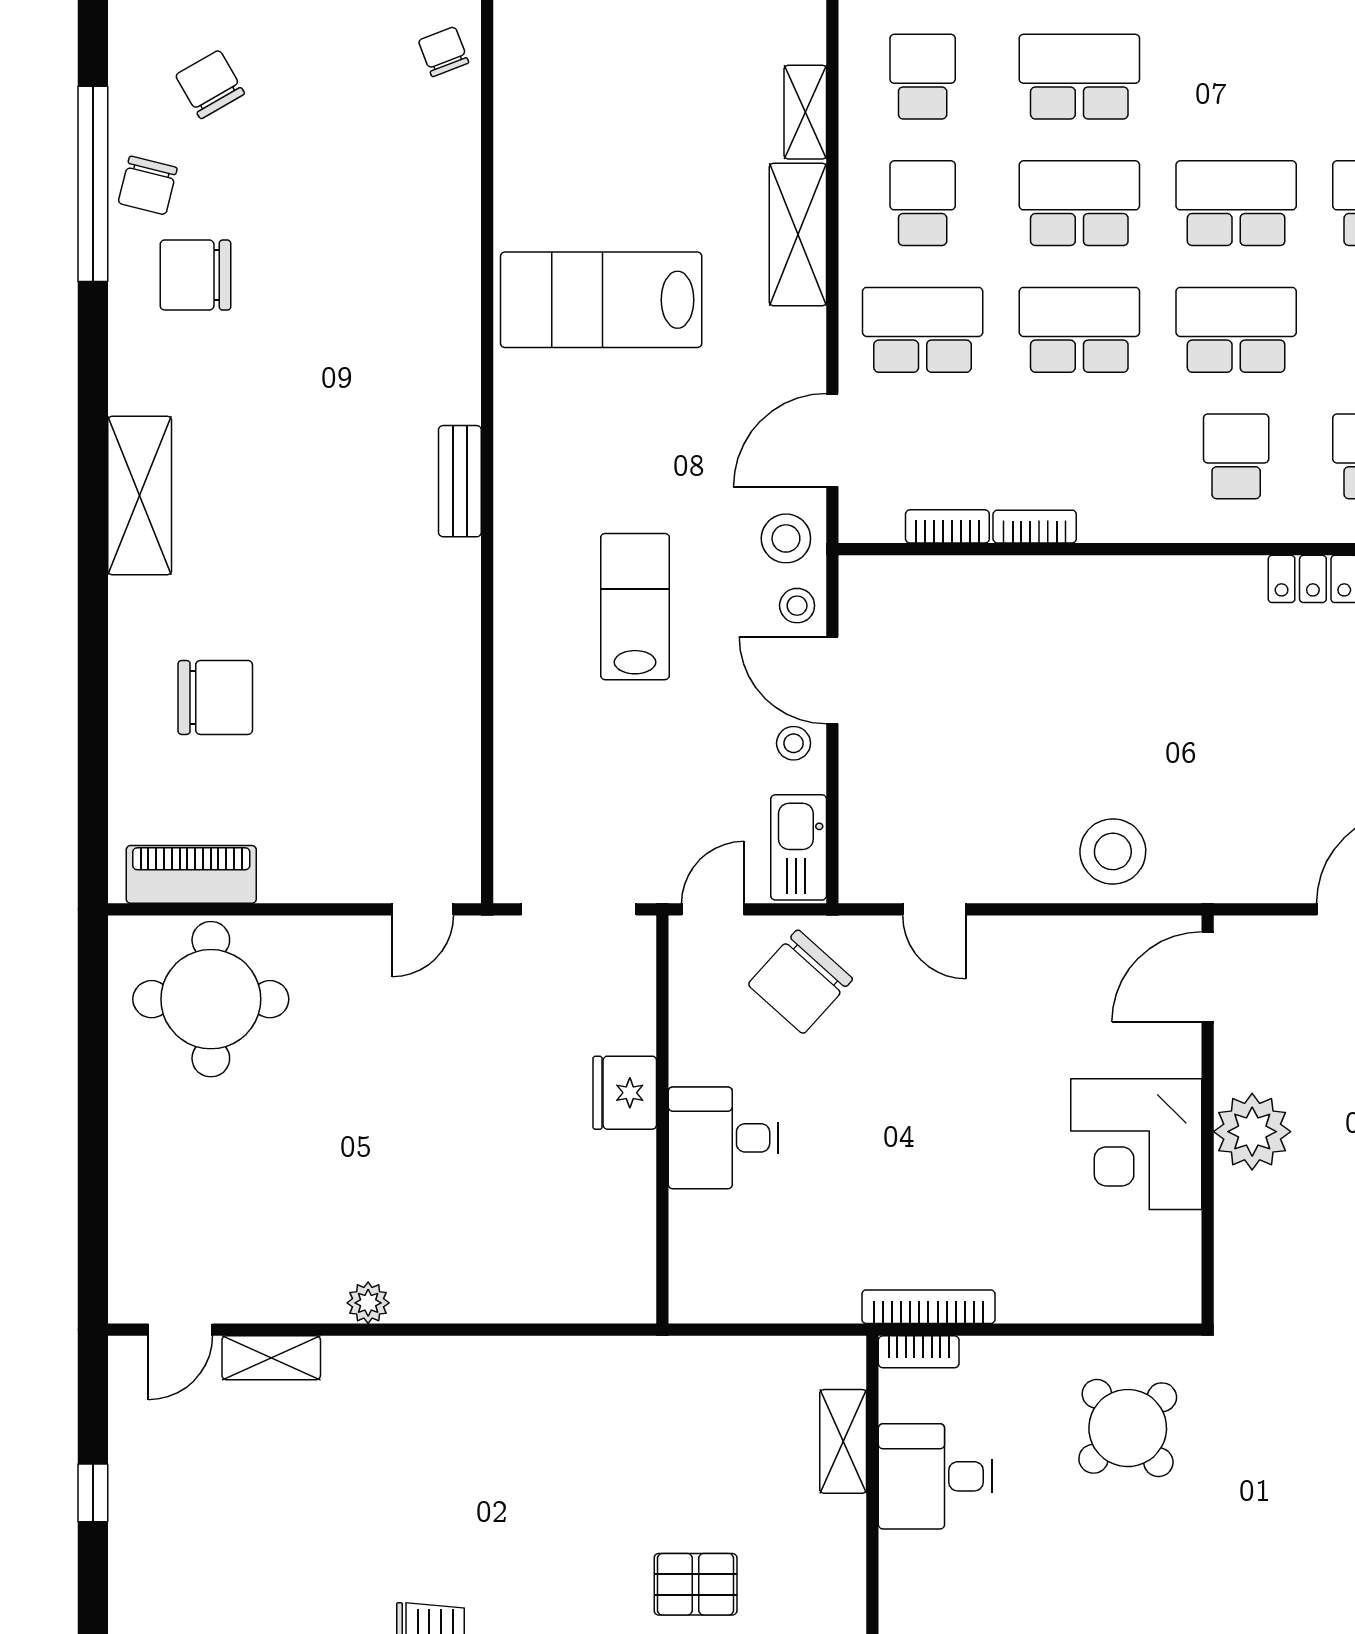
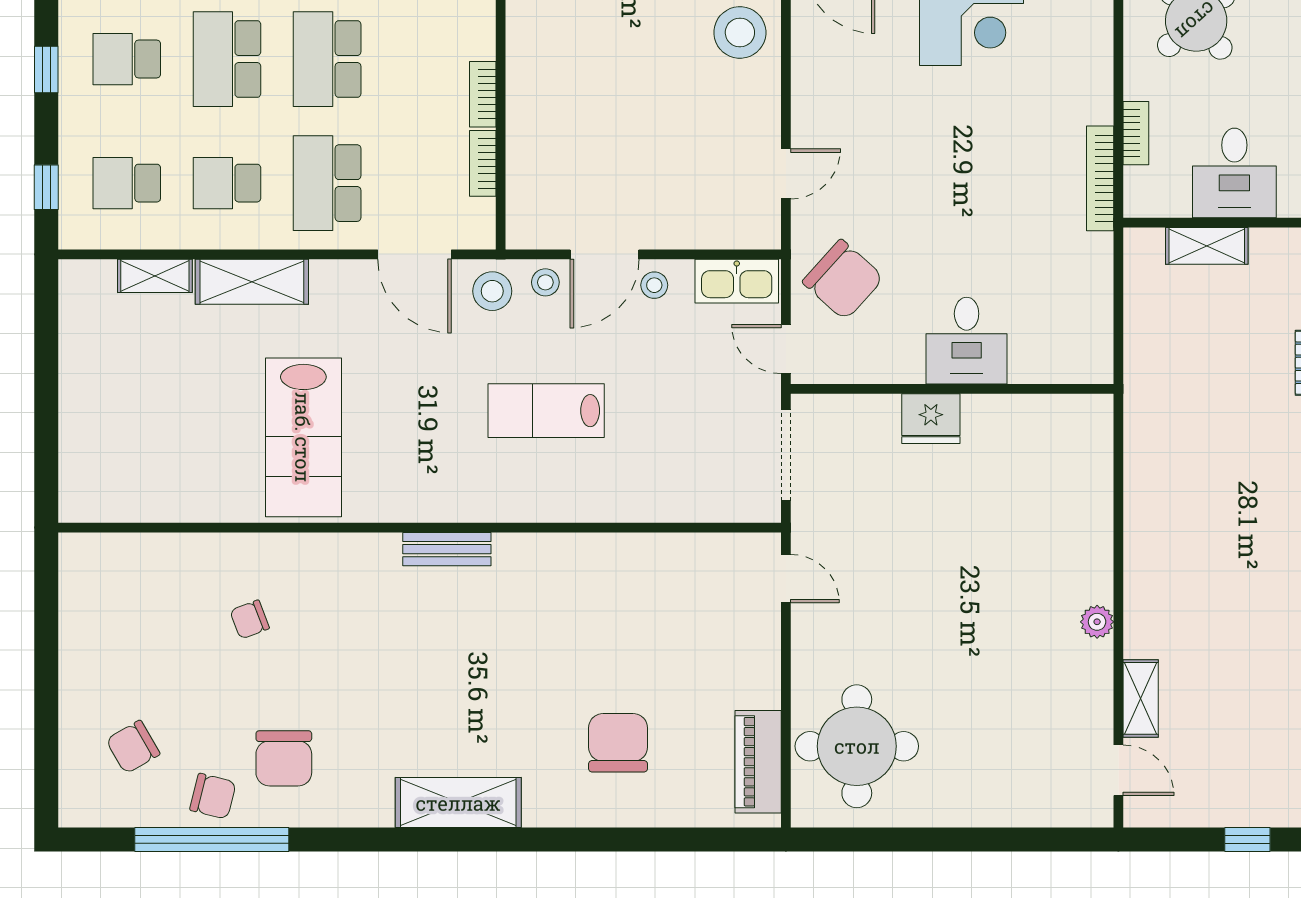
chair: (443, 52) -> (250, 619), moved
school desk: (1079, 77) -> (127, 59), width x0.54
bookcase: (919, 1352) -> (1136, 133), moved

